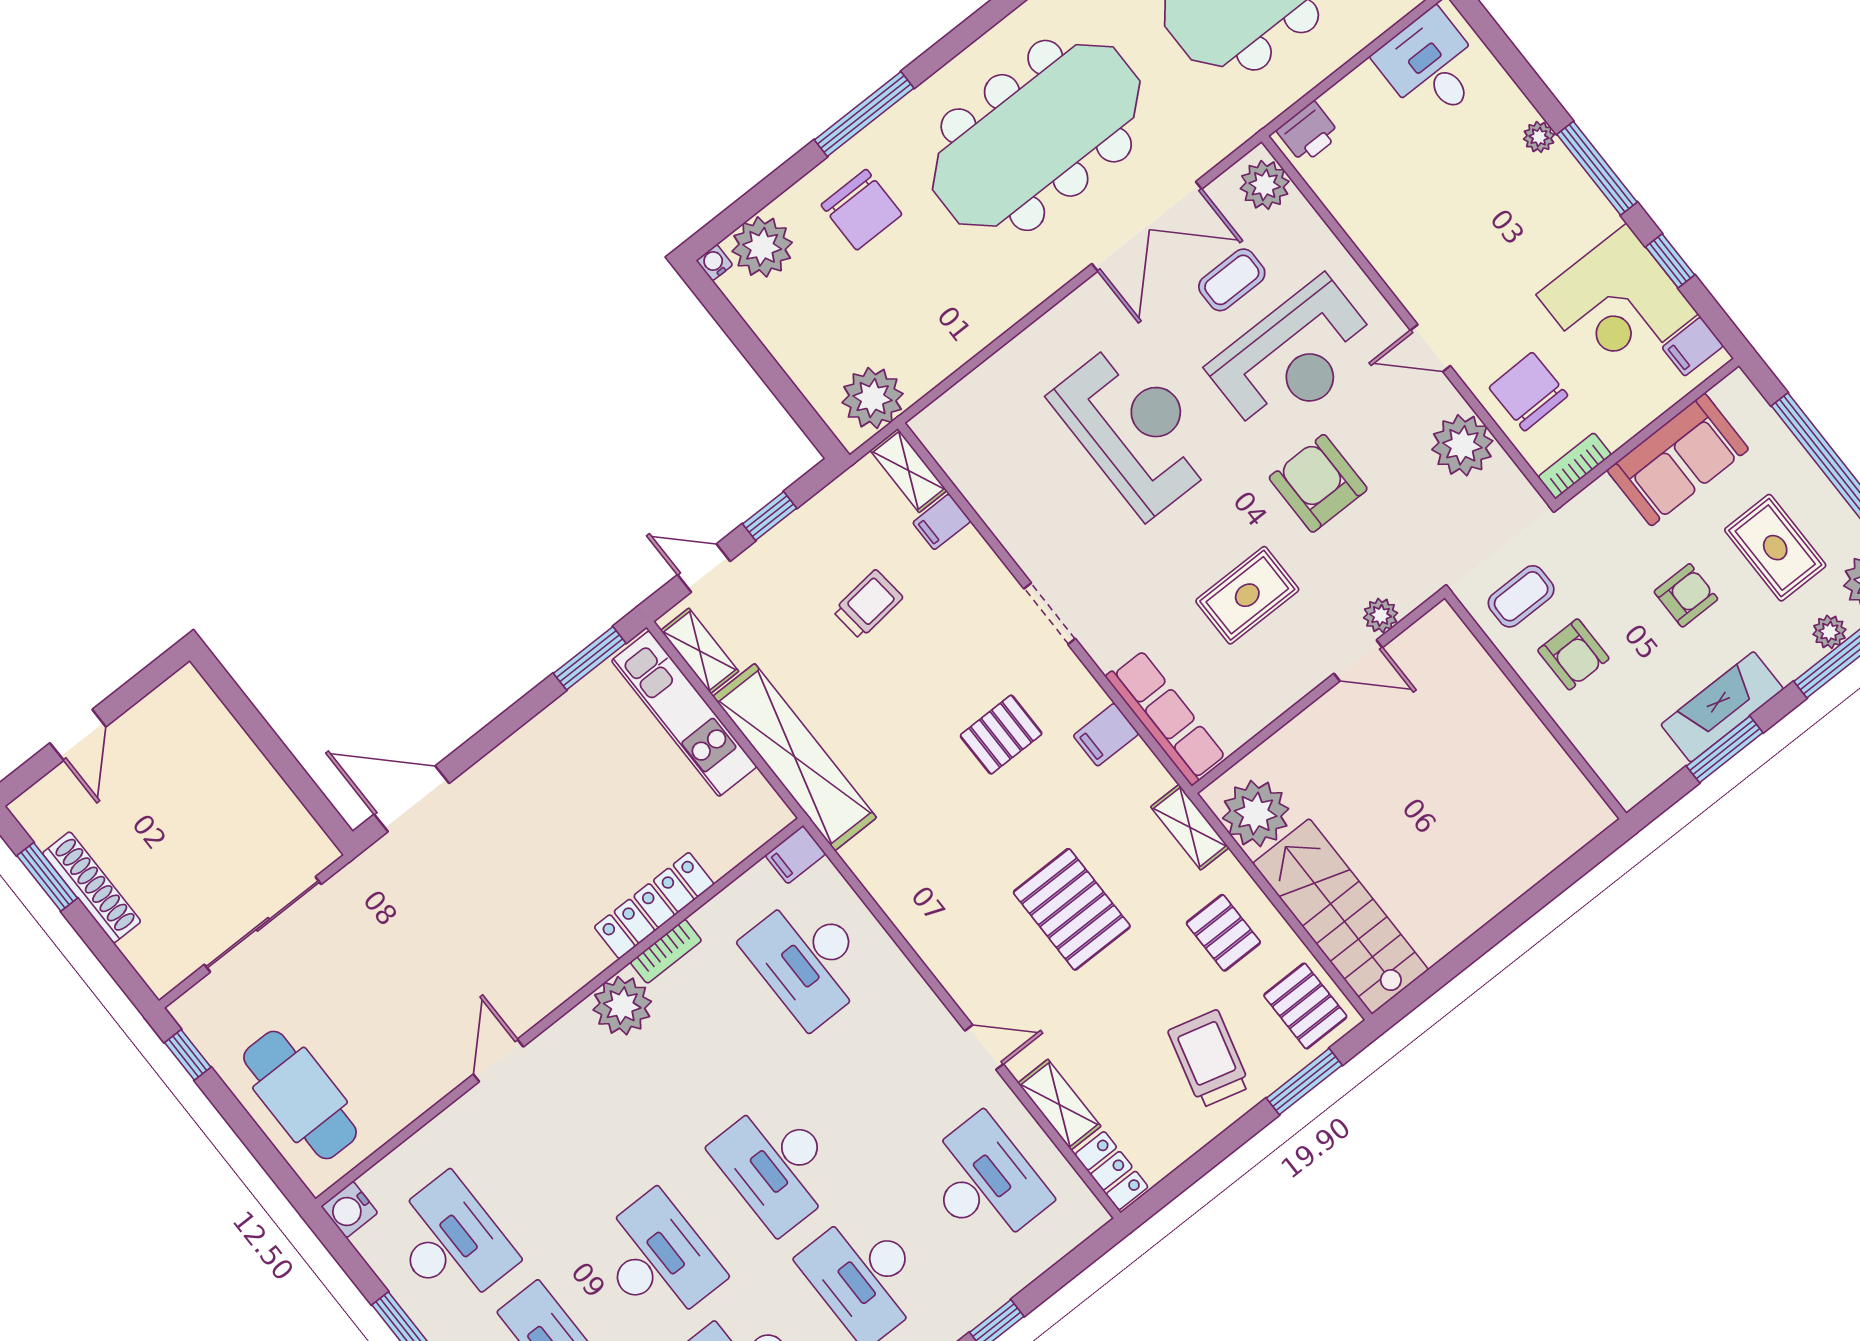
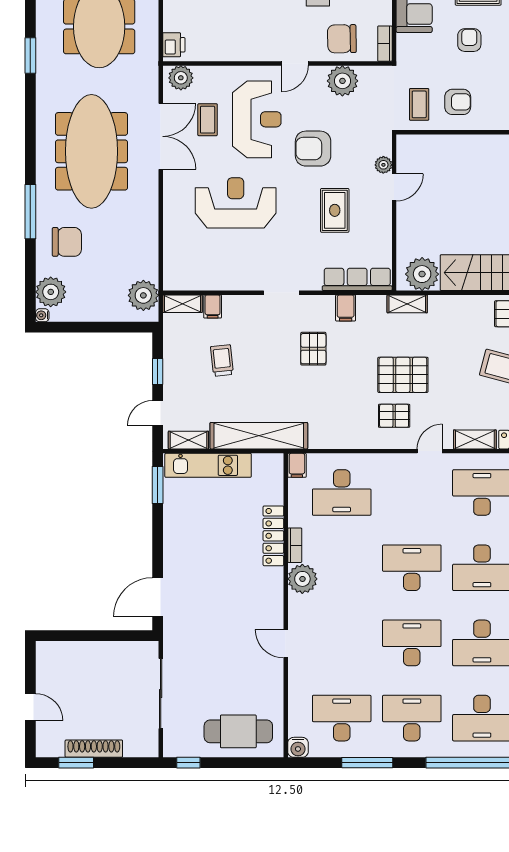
pallet: (1223, 933) -> (394, 416), moved
desk: (777, 1165) -> (412, 568), turned 180

